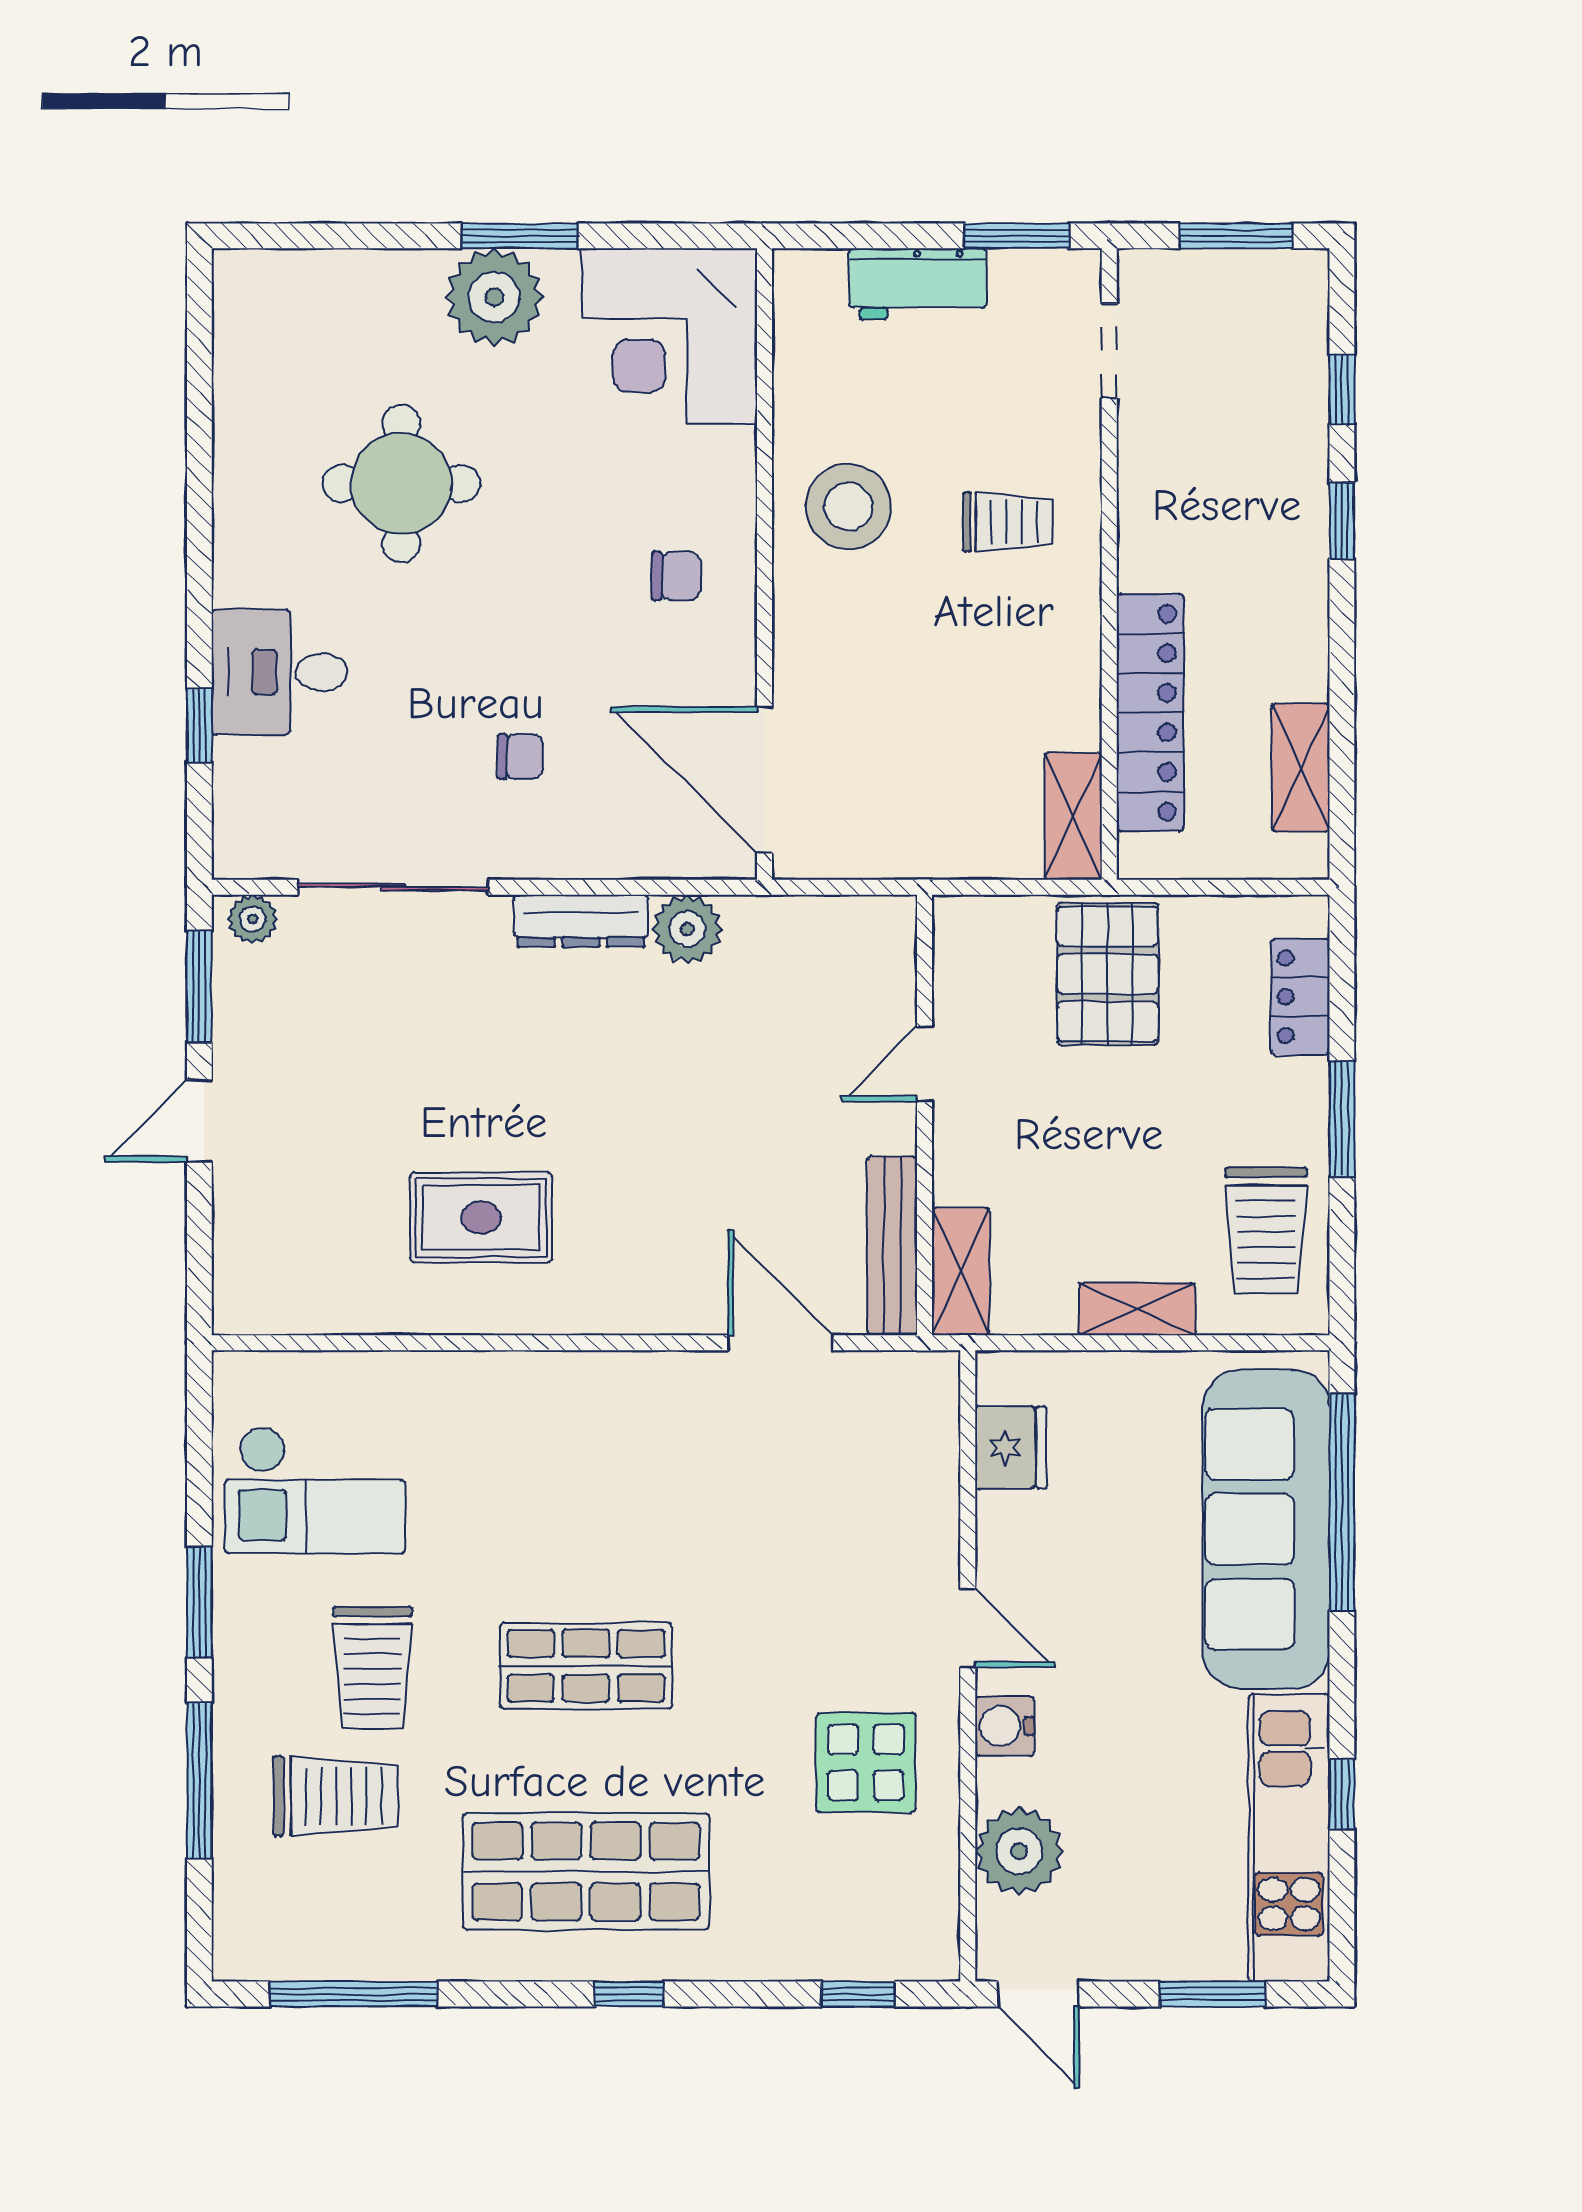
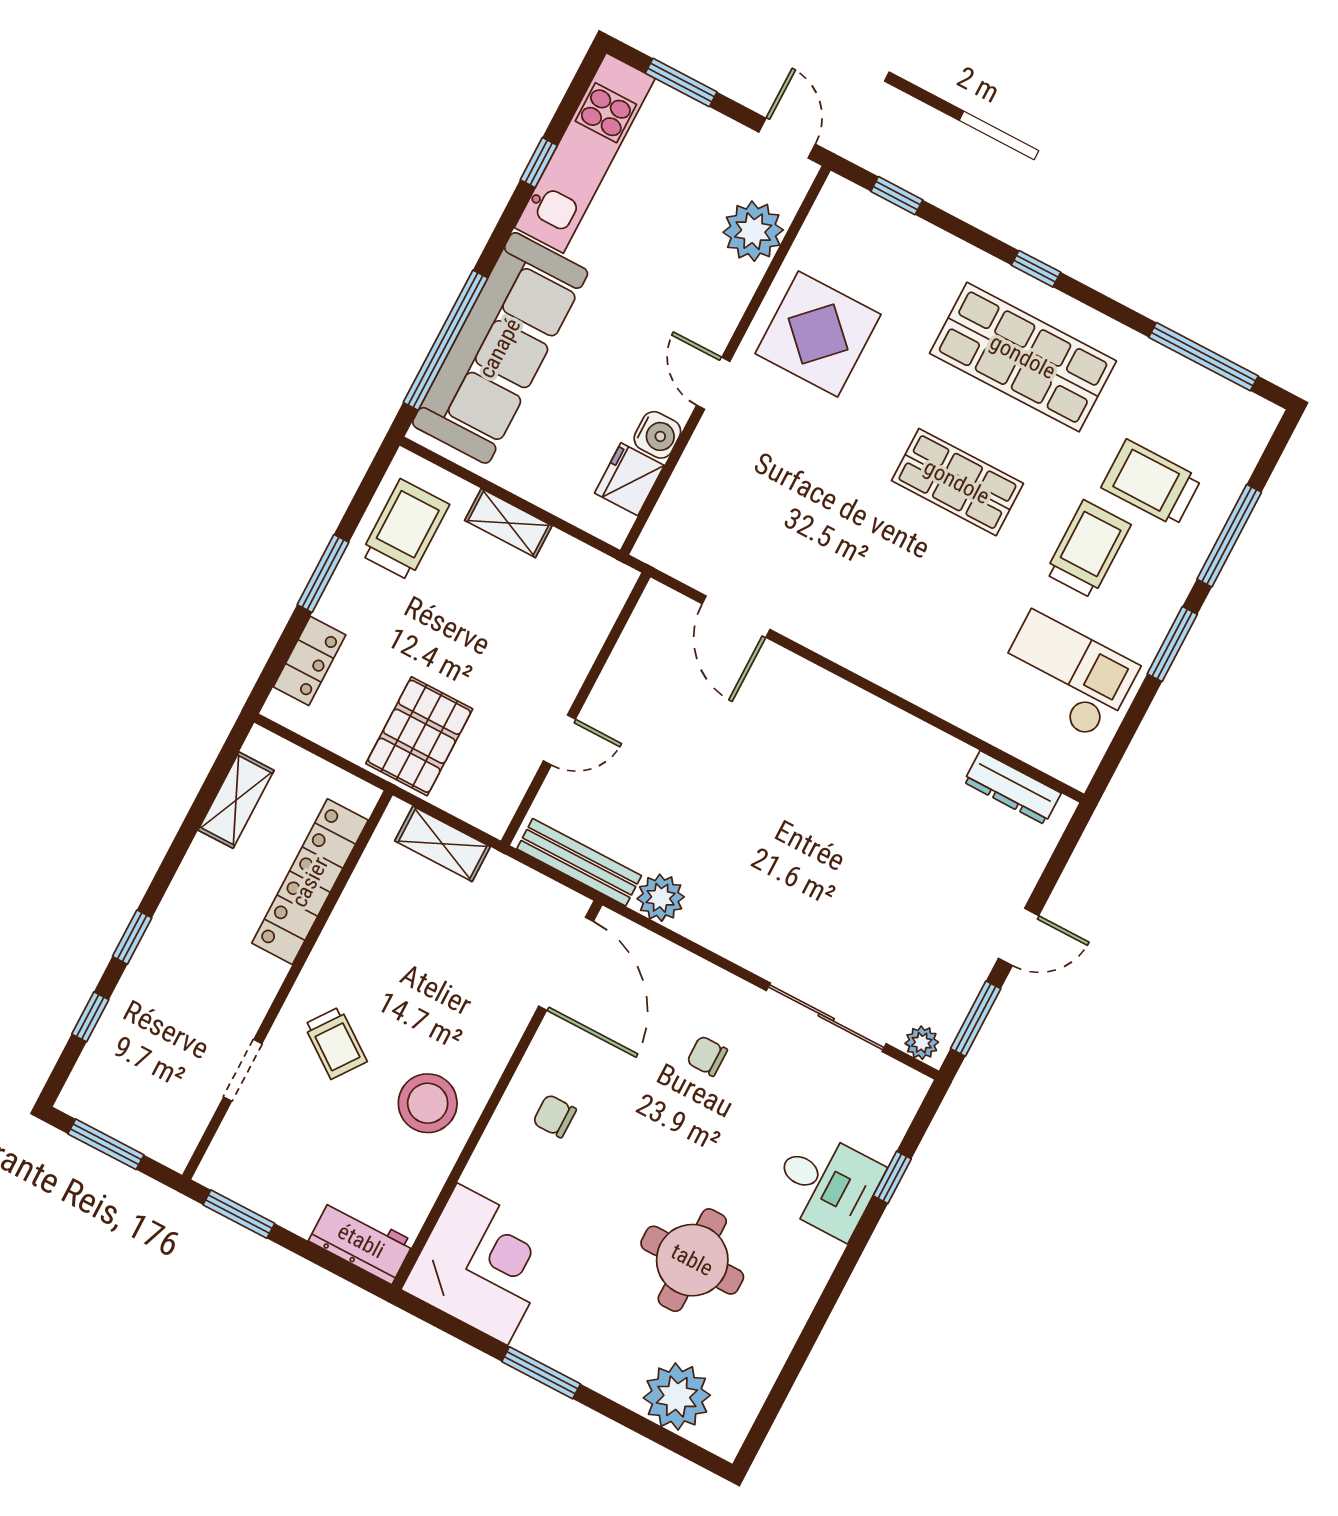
workbench: (918, 284) -> (361, 1241), moved
plant: (494, 297) -> (677, 1396), moved
doorway: (1109, 351) -> (243, 1070), moved
trolley: (1008, 522) -> (336, 1043), turned -144
shelving: (1073, 816) -> (443, 844), moved, turned 90
dresser: (581, 921) -> (1012, 788), moved, turned 180
rug: (481, 1217) -> (878, 788), removed
bench: (892, 1246) -> (579, 862), moved, turned 90
shelving: (961, 1271) -> (604, 602), removed
water cooler: (1005, 1726) -> (657, 435), moved
display table: (866, 1762) -> (818, 334), width x1.36, depth x1.36

